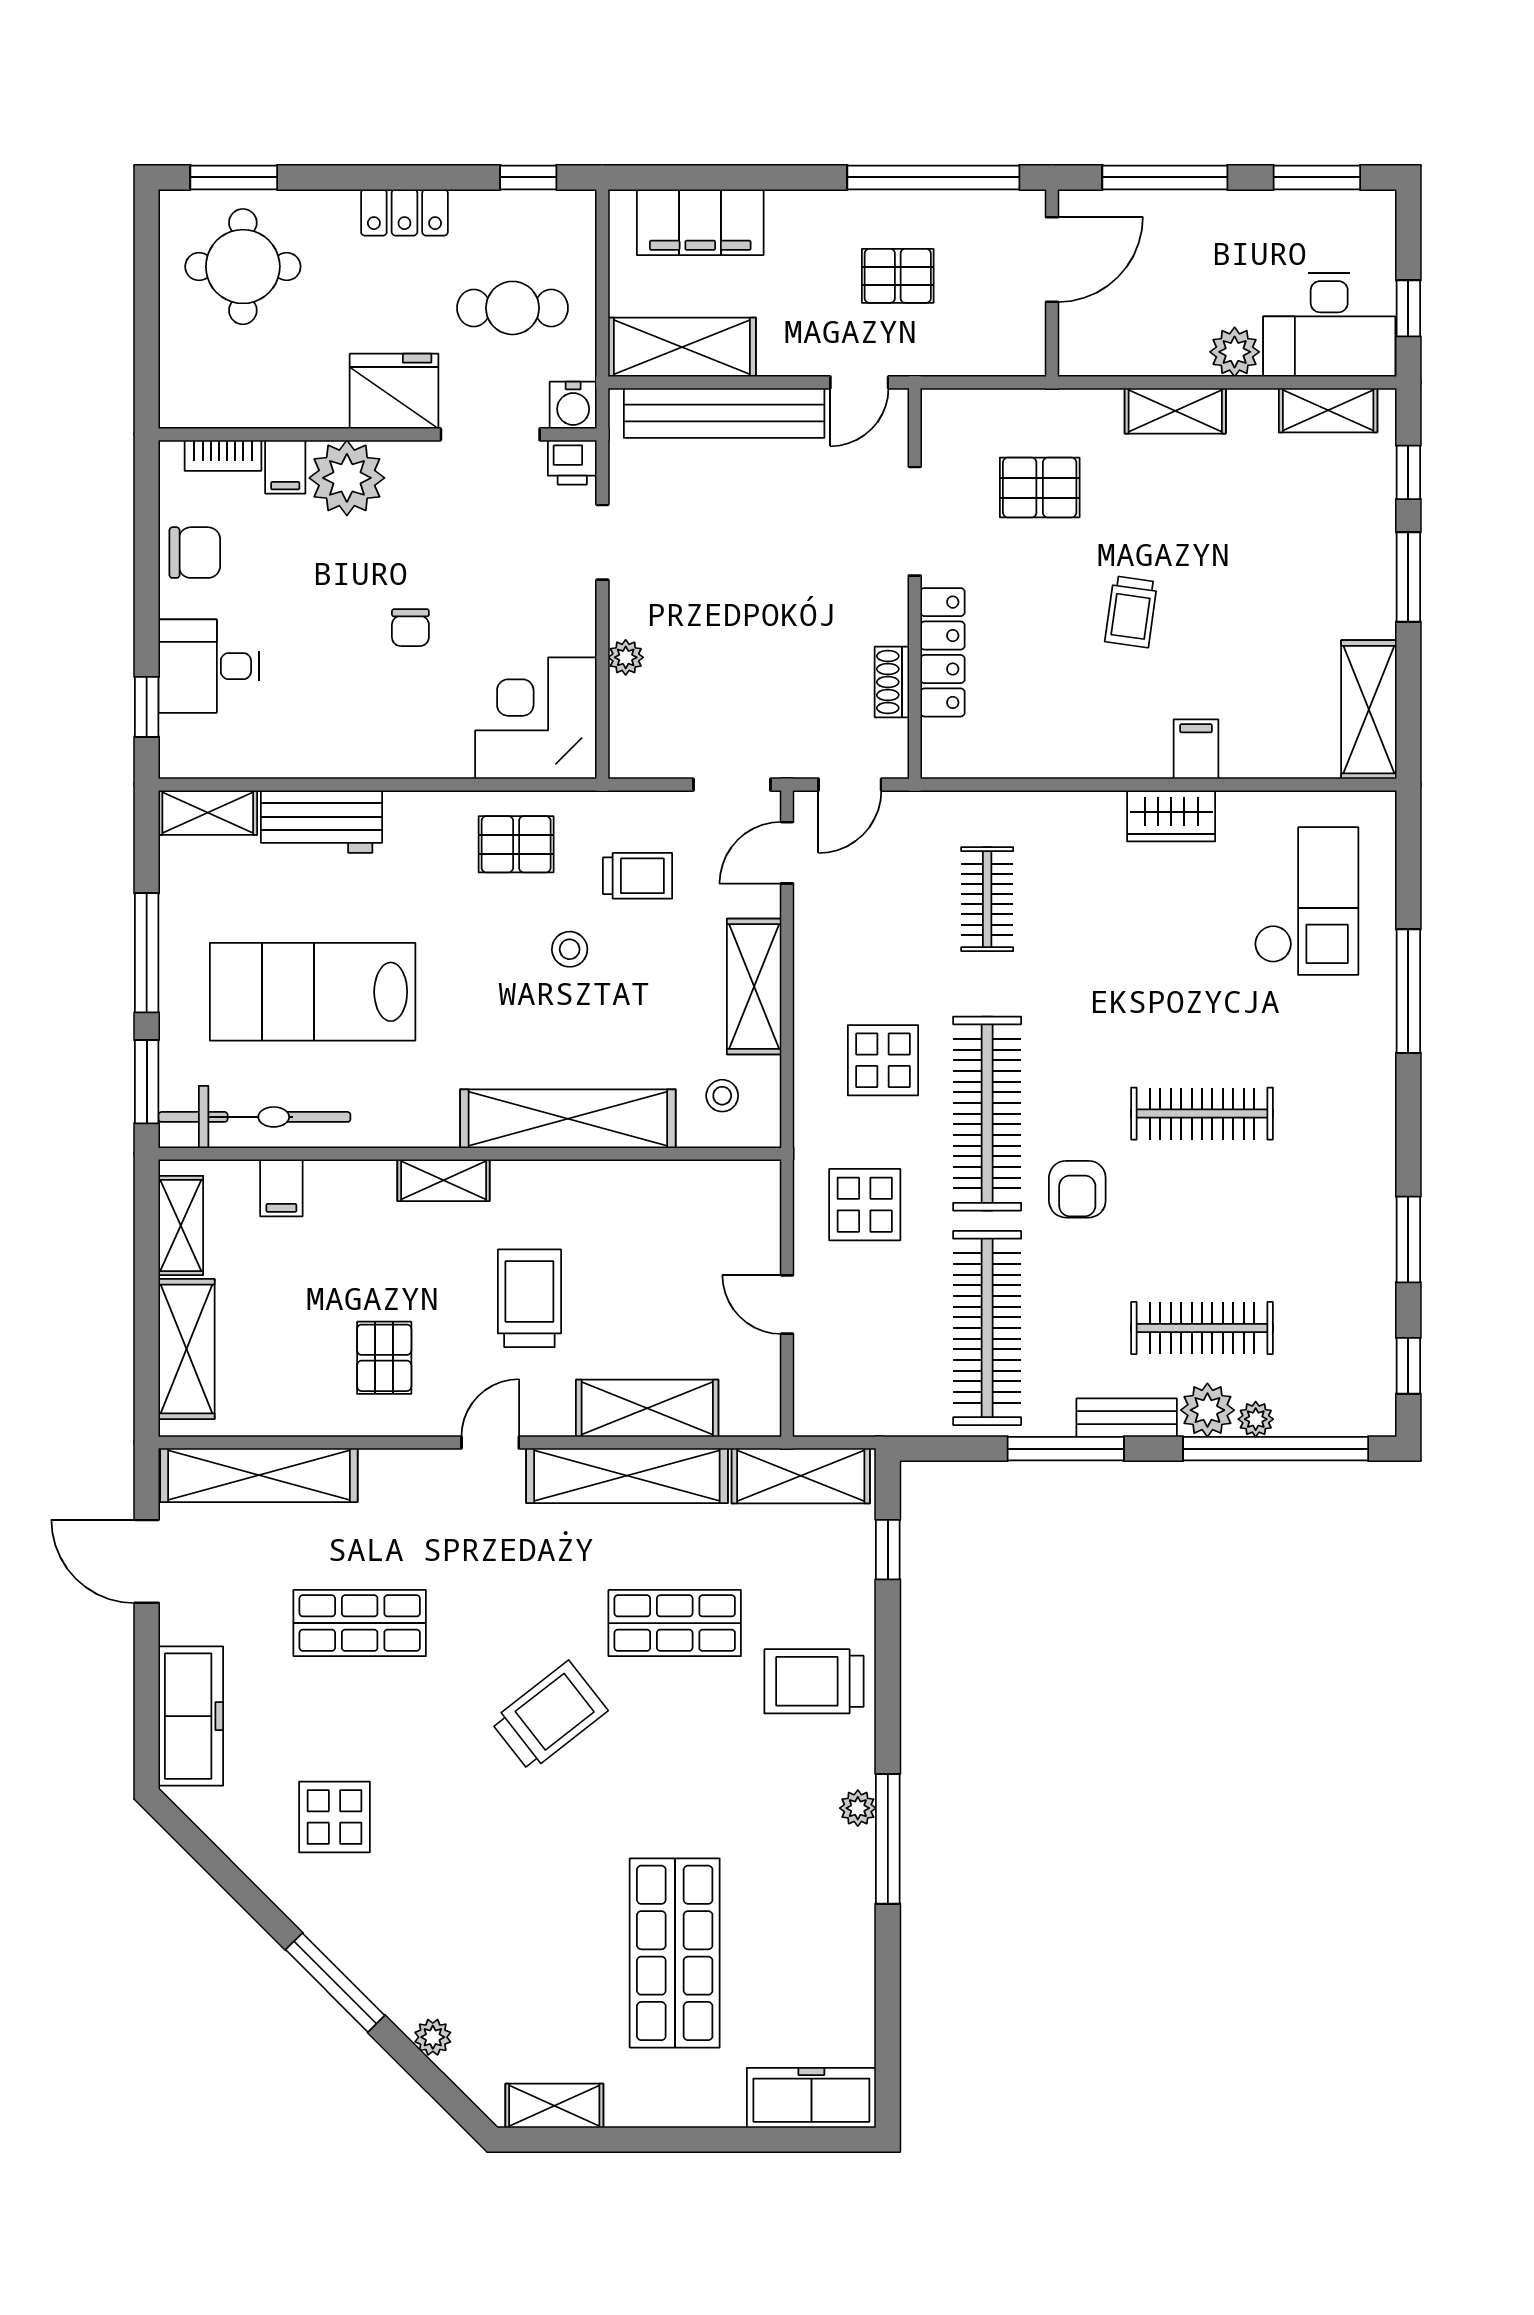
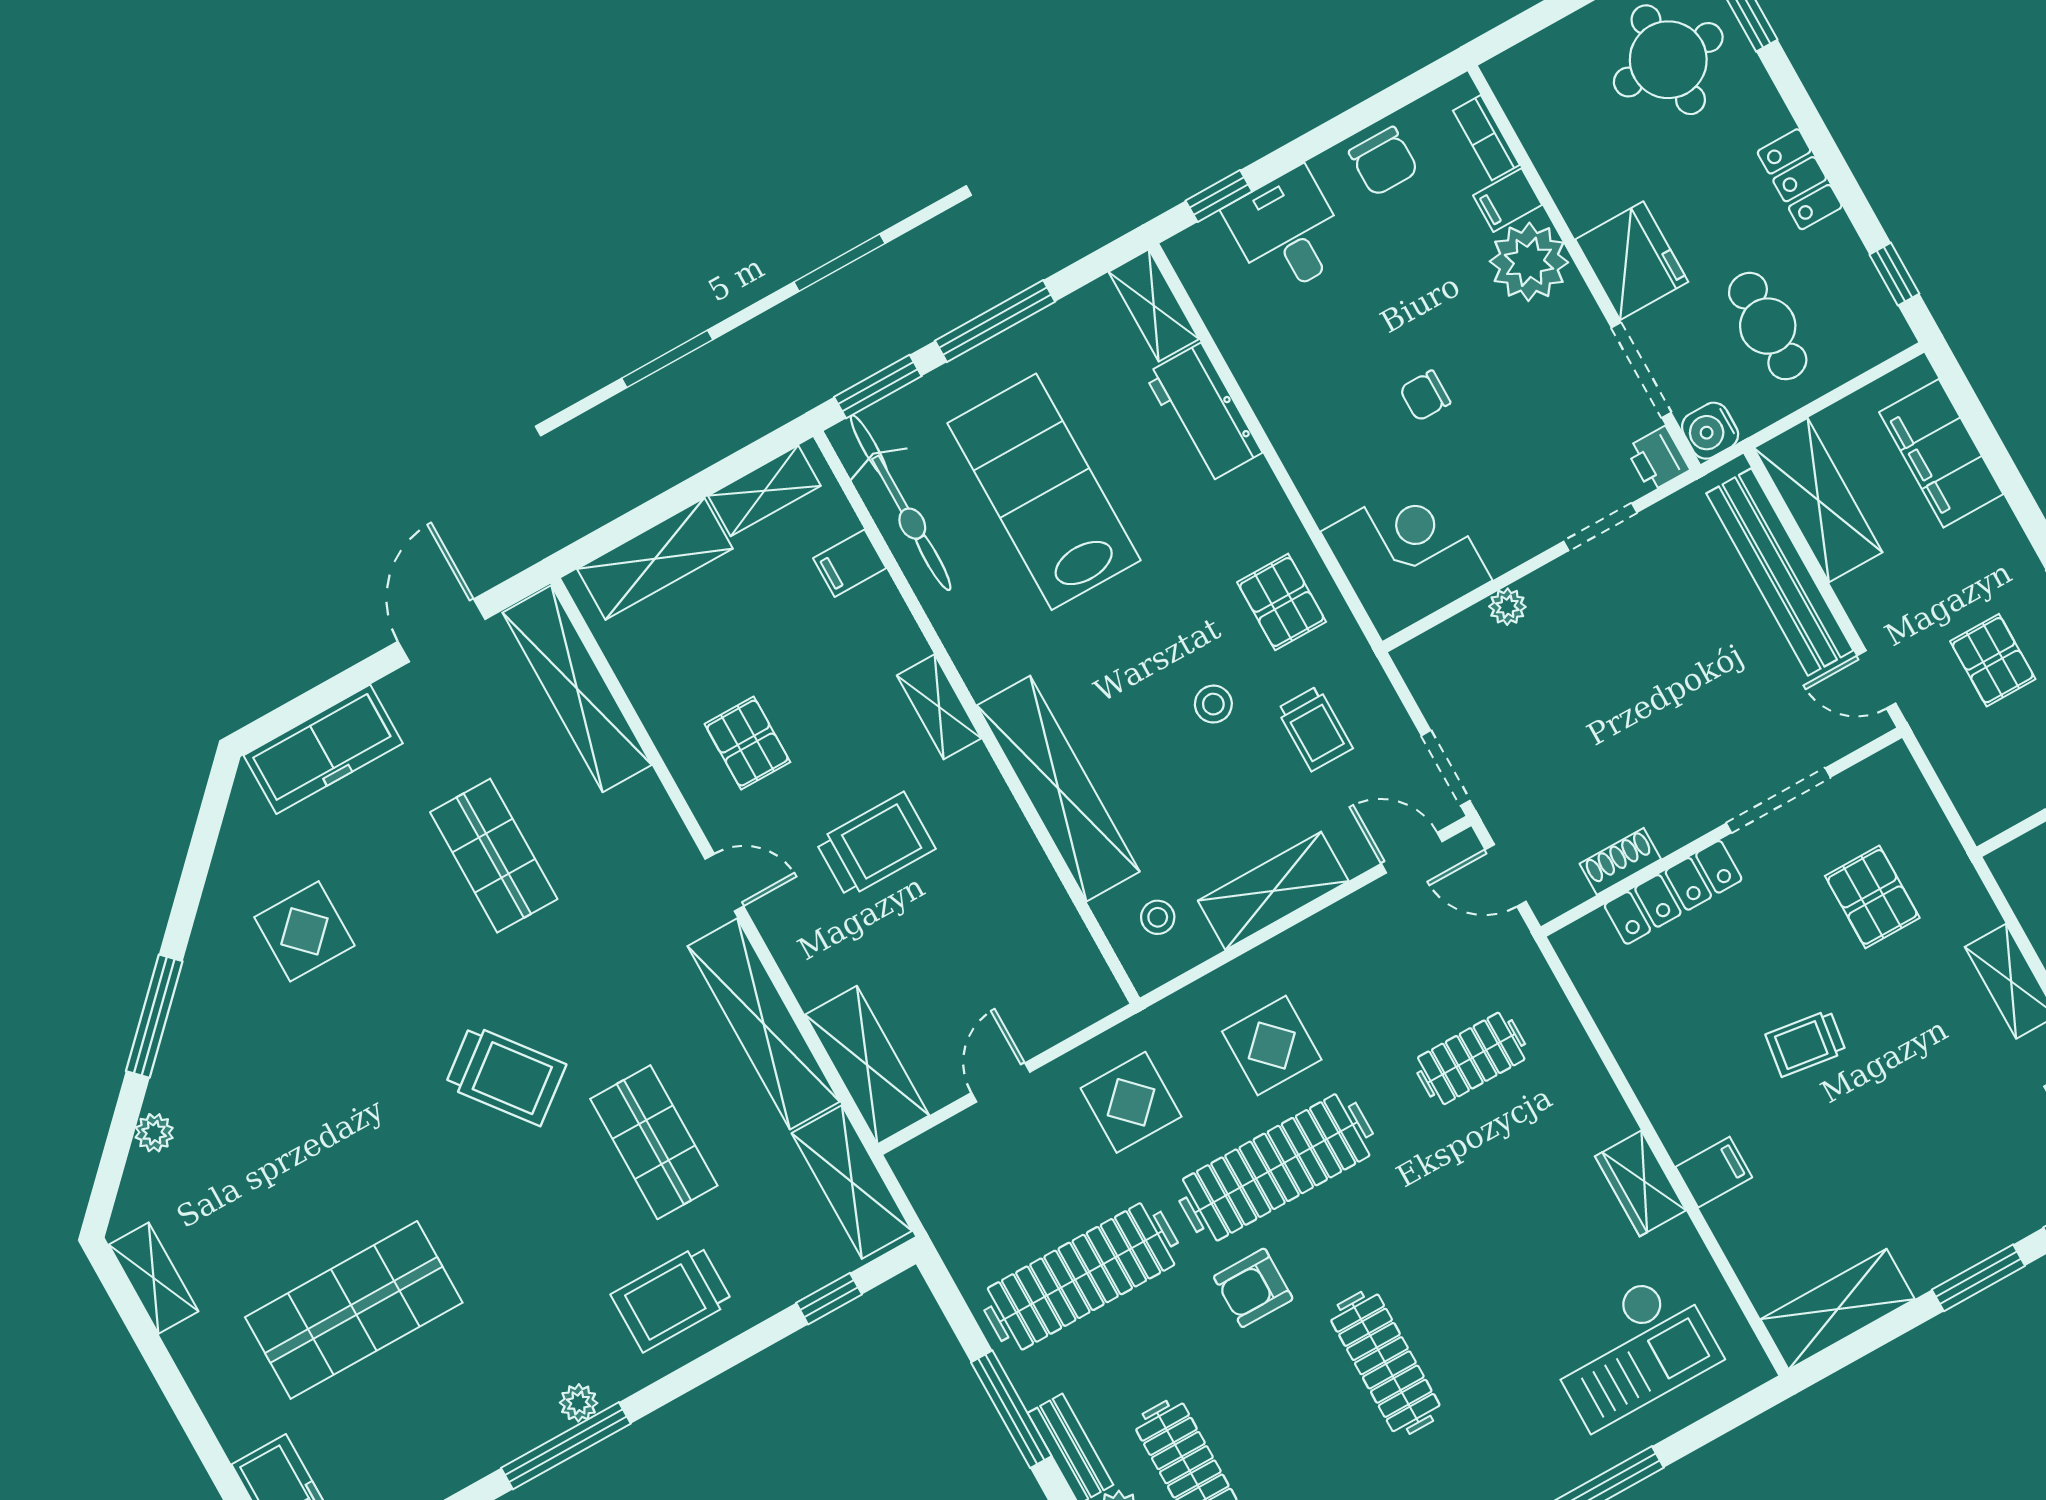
pallet: (384, 1358) -> (747, 743), turned 90
shelving: (647, 1408) -> (867, 1065), moved
trolley: (814, 1681) -> (672, 1298), turned -90

